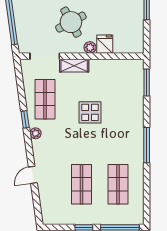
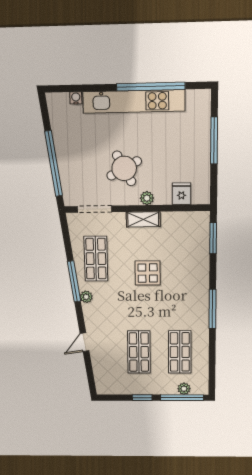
fridge: (105, 44) -> (181, 194), moved
shelving: (74, 66) -> (143, 219), moved
window: (25, 119) -> (74, 281), width x2.17
plant: (122, 219) -> (184, 389), added

